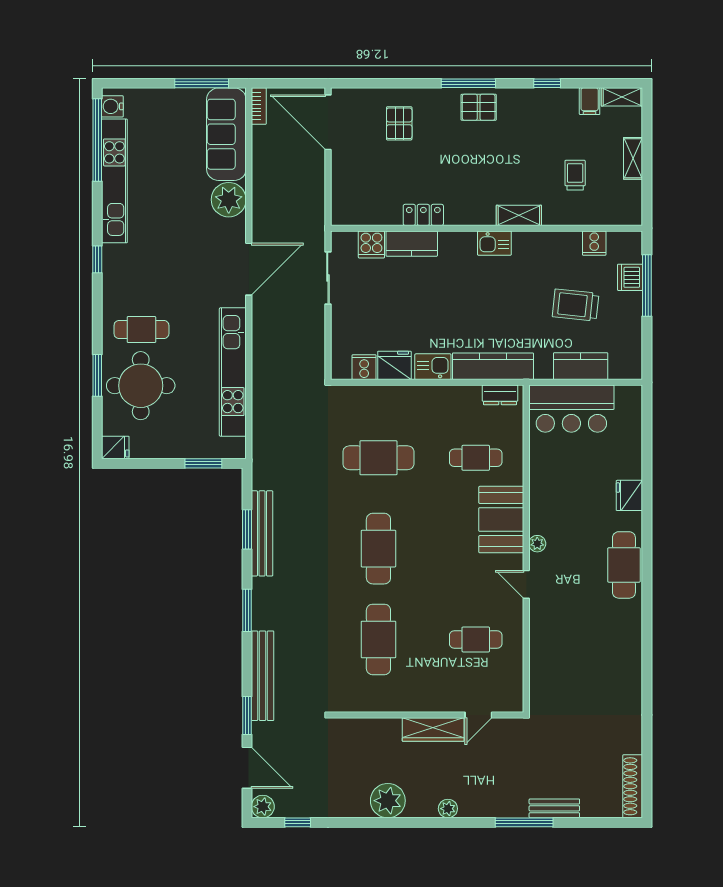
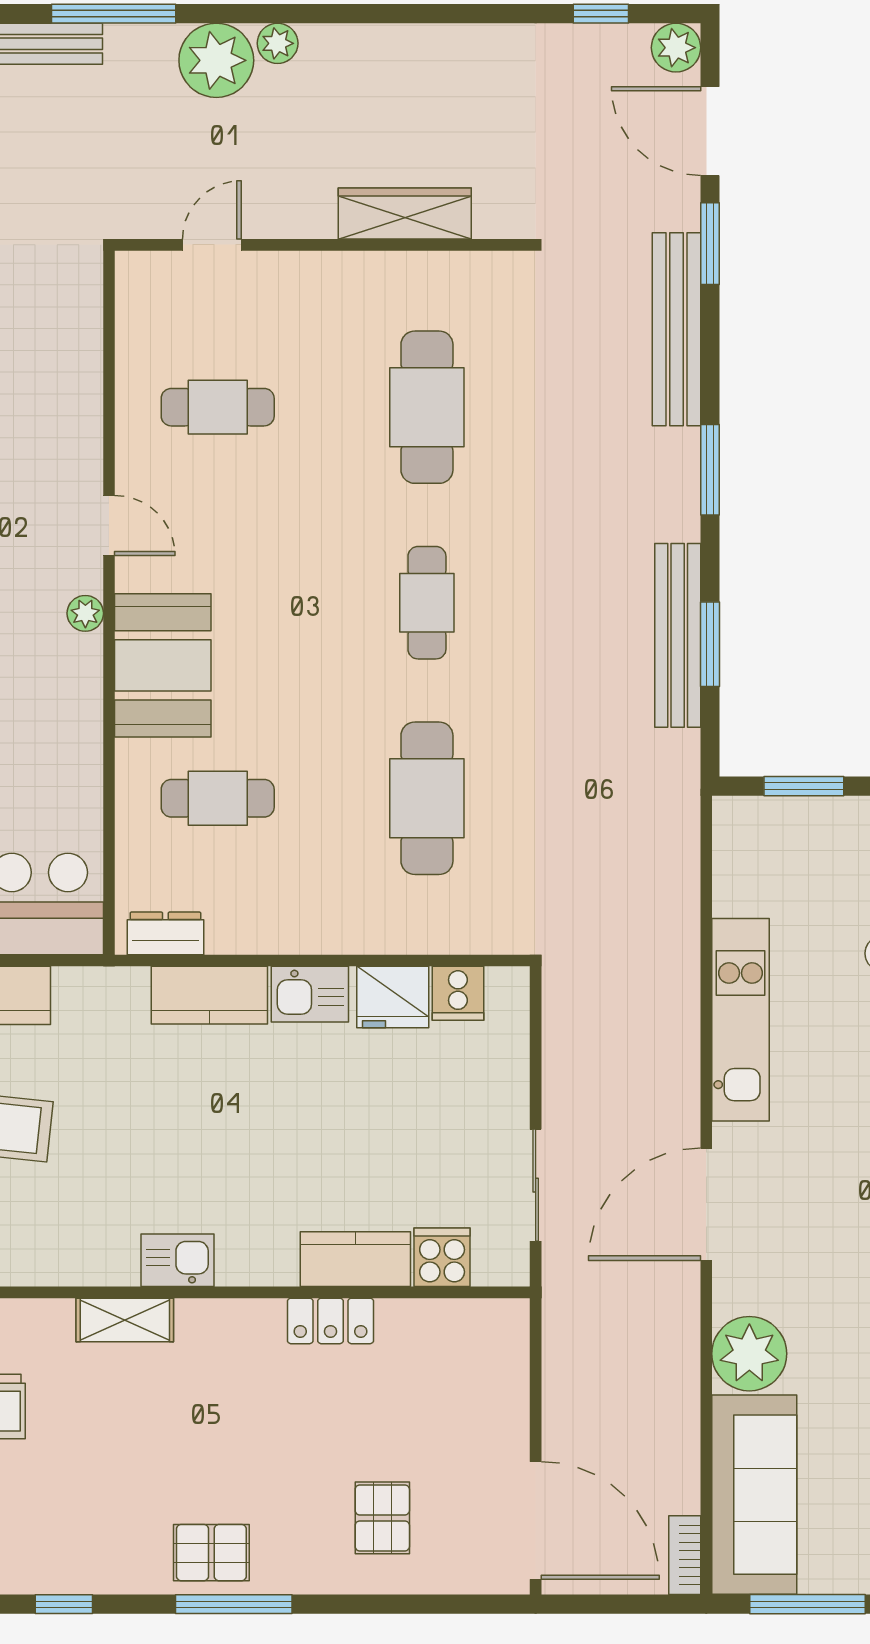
kitchen counter: (493, 366) -> (209, 995), width x0.67
kitchen unit: (233, 372) -> (740, 1020), width x0.73
cafe table: (378, 458) -> (427, 798), turned 90
cafe table: (378, 549) -> (427, 603), width x0.73, depth x0.74
wardrobe: (433, 729) -> (405, 214), moved
plant: (388, 801) -> (216, 60), moved

